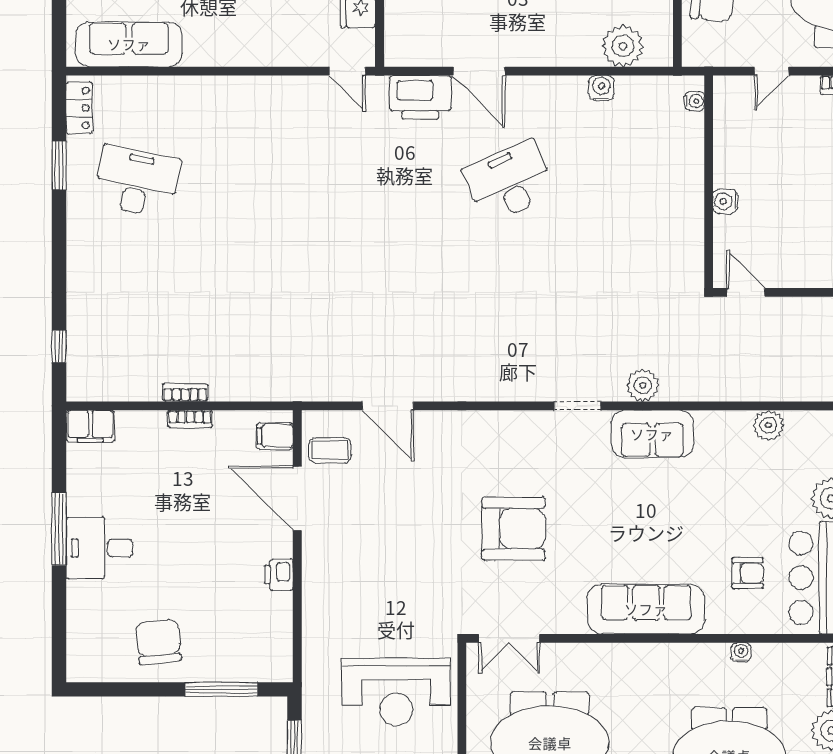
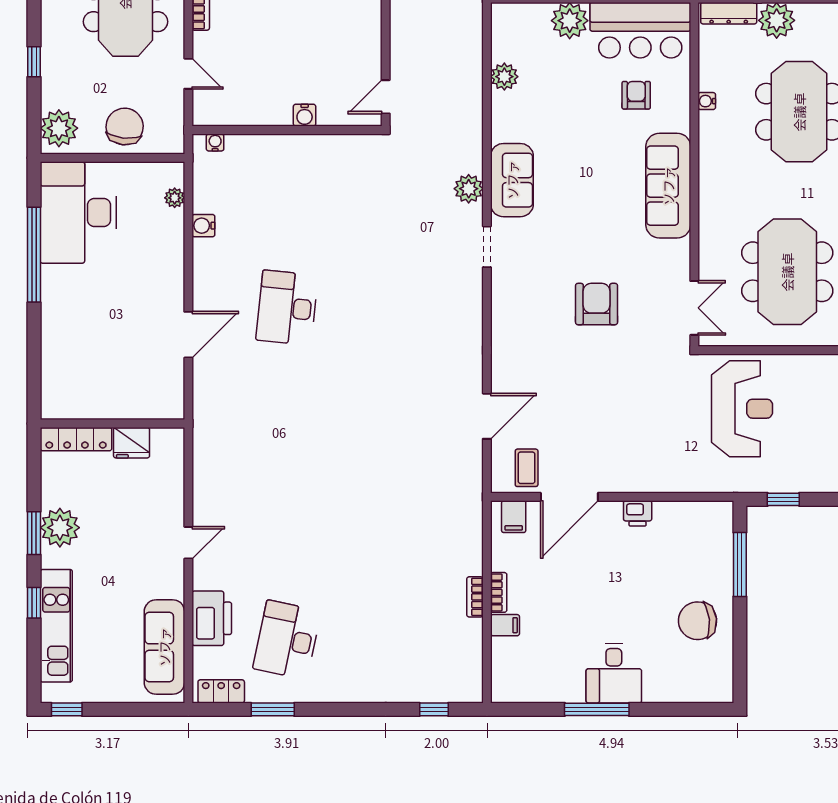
plant: (623, 46) -> (175, 198), width x0.53, depth x0.53
door: (347, 71) -> (188, 543), moved
printer: (421, 97) -> (212, 618), moved
desk: (509, 182) -> (287, 308), turned 30
filing cabinet: (90, 426) -> (505, 625), moved, width x0.50
armchair: (513, 529) -> (597, 304), width x0.73, depth x0.73

